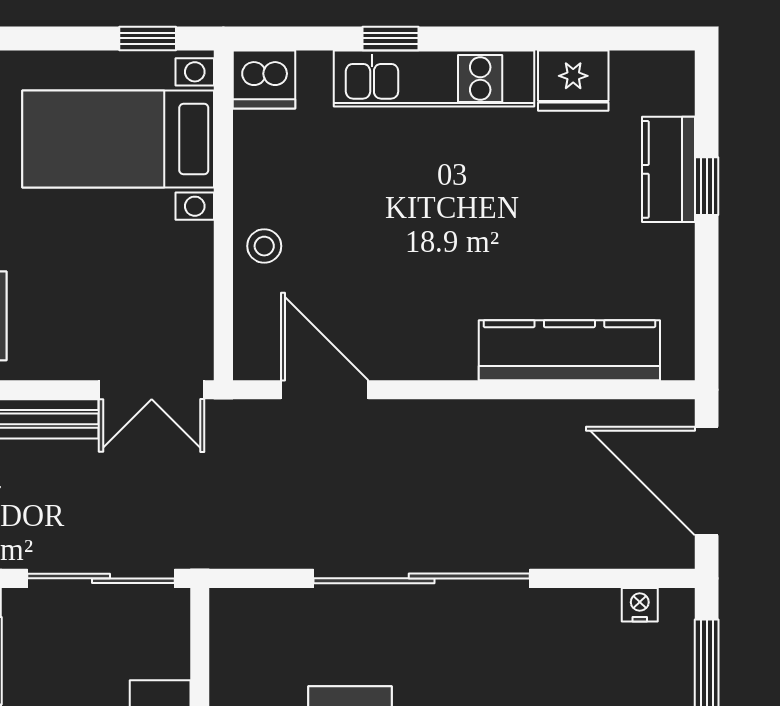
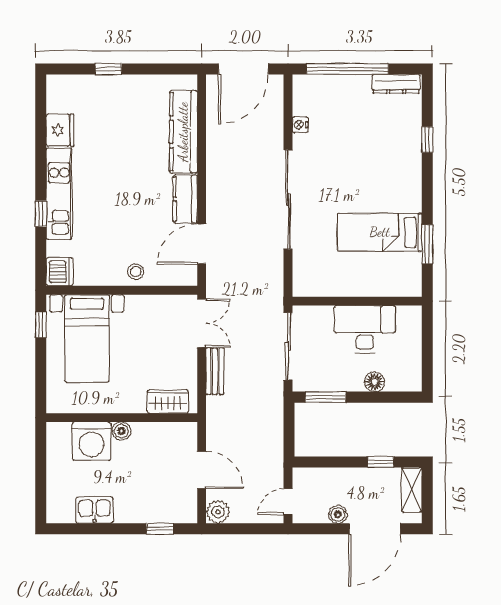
kitchen counter: (669, 169) -> (185, 199), moved, turned 90
nightstand: (640, 605) -> (300, 125), moved

